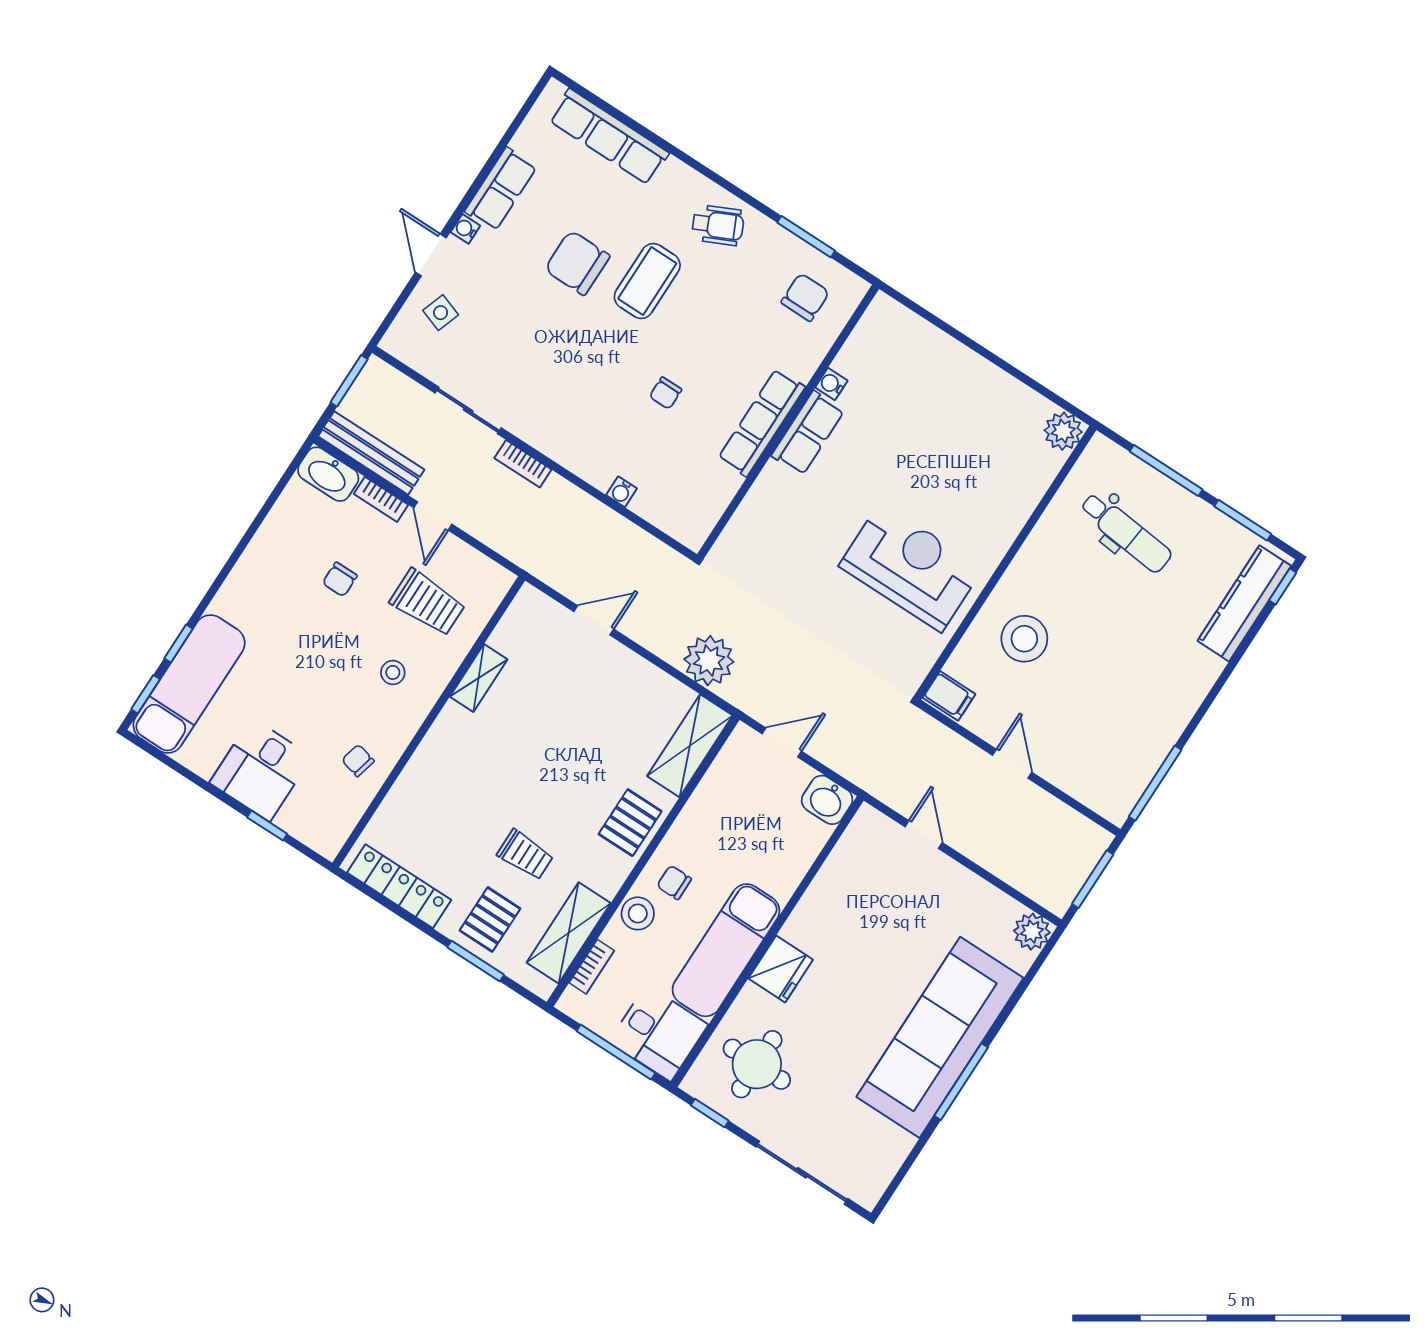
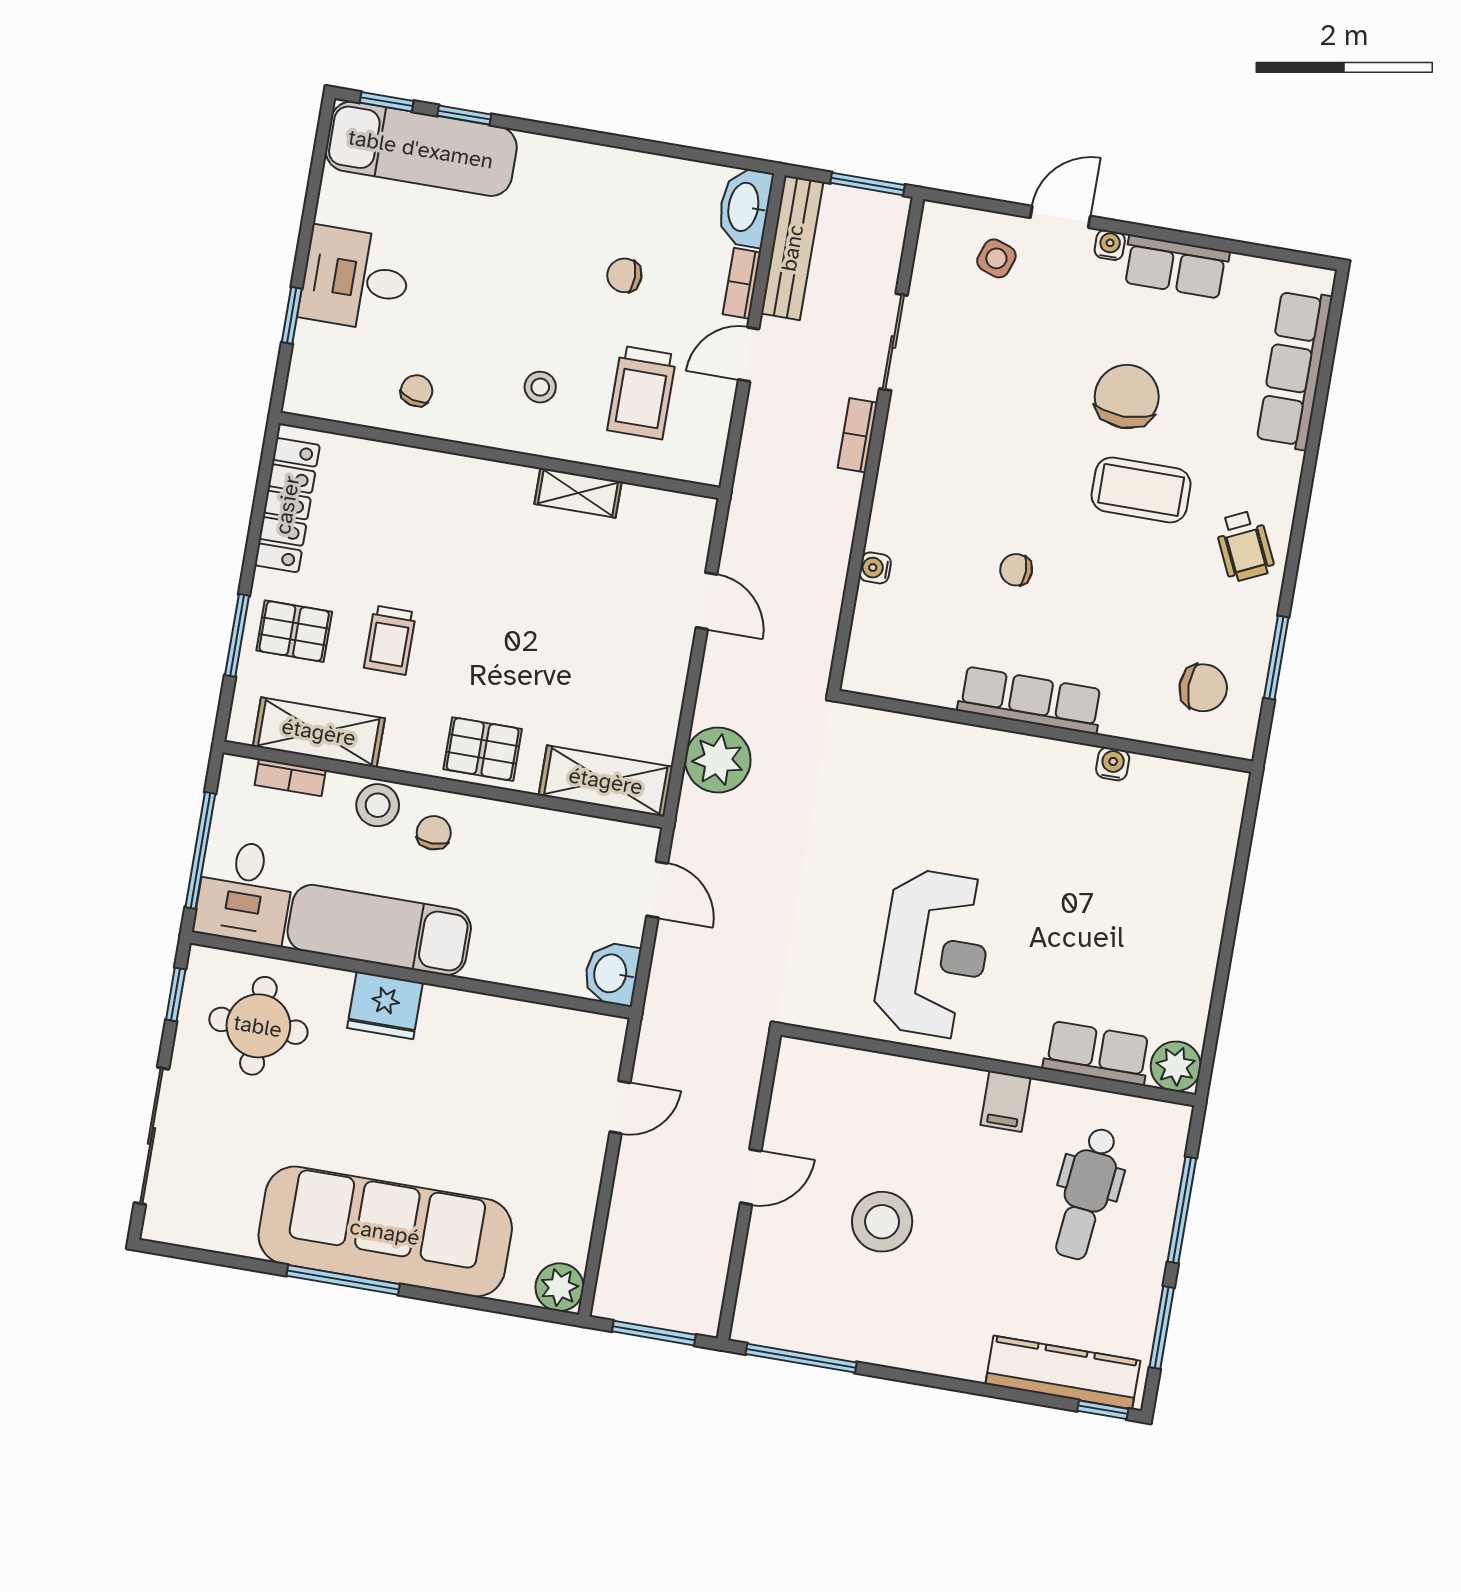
row of seats: (808, 433) -> (1097, 1053), moved, turned 180
stool: (1024, 639) -> (882, 1222), moved
filing cabinet: (949, 696) -> (1006, 1101), moved

